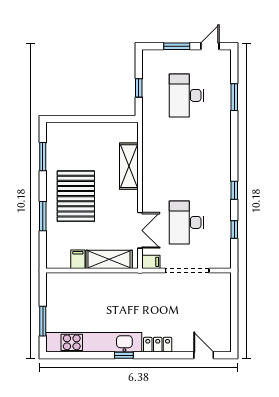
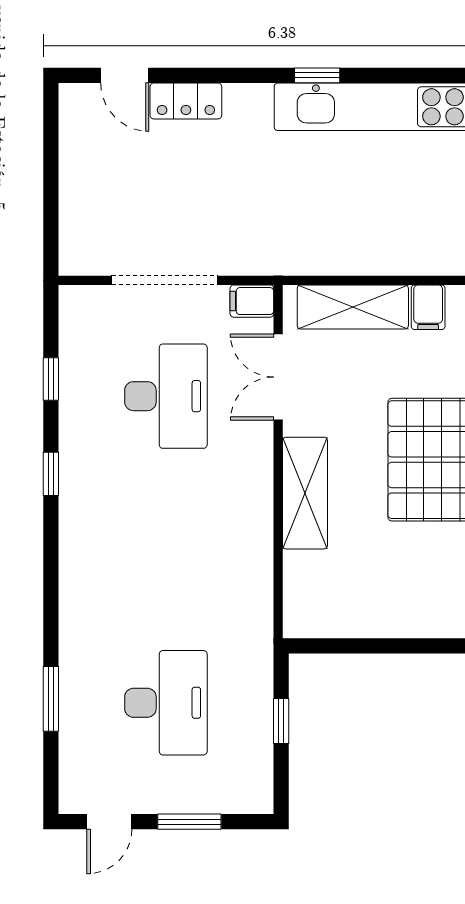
shelving: (129, 166) -> (305, 493), moved
locker: (158, 345) -> (186, 101), moved

